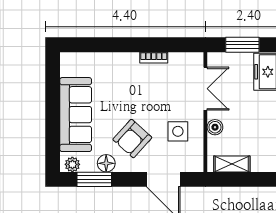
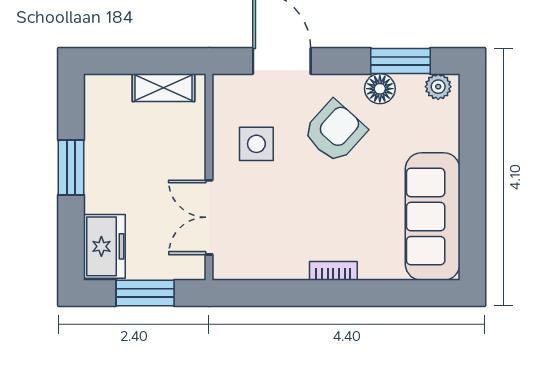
bookcase: (154, 58) -> (333, 271), moved
sofa: (76, 115) -> (433, 217), moved
boiler: (215, 127) -> (192, 151), removed

